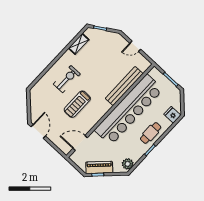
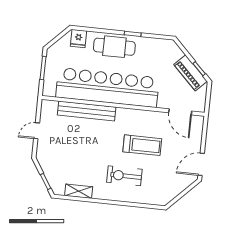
door: (135, 46) -> (37, 131), swing flipped
cafe table: (151, 133) -> (114, 47), width x1.37, depth x1.35
plant: (128, 164) -> (164, 46), removed

